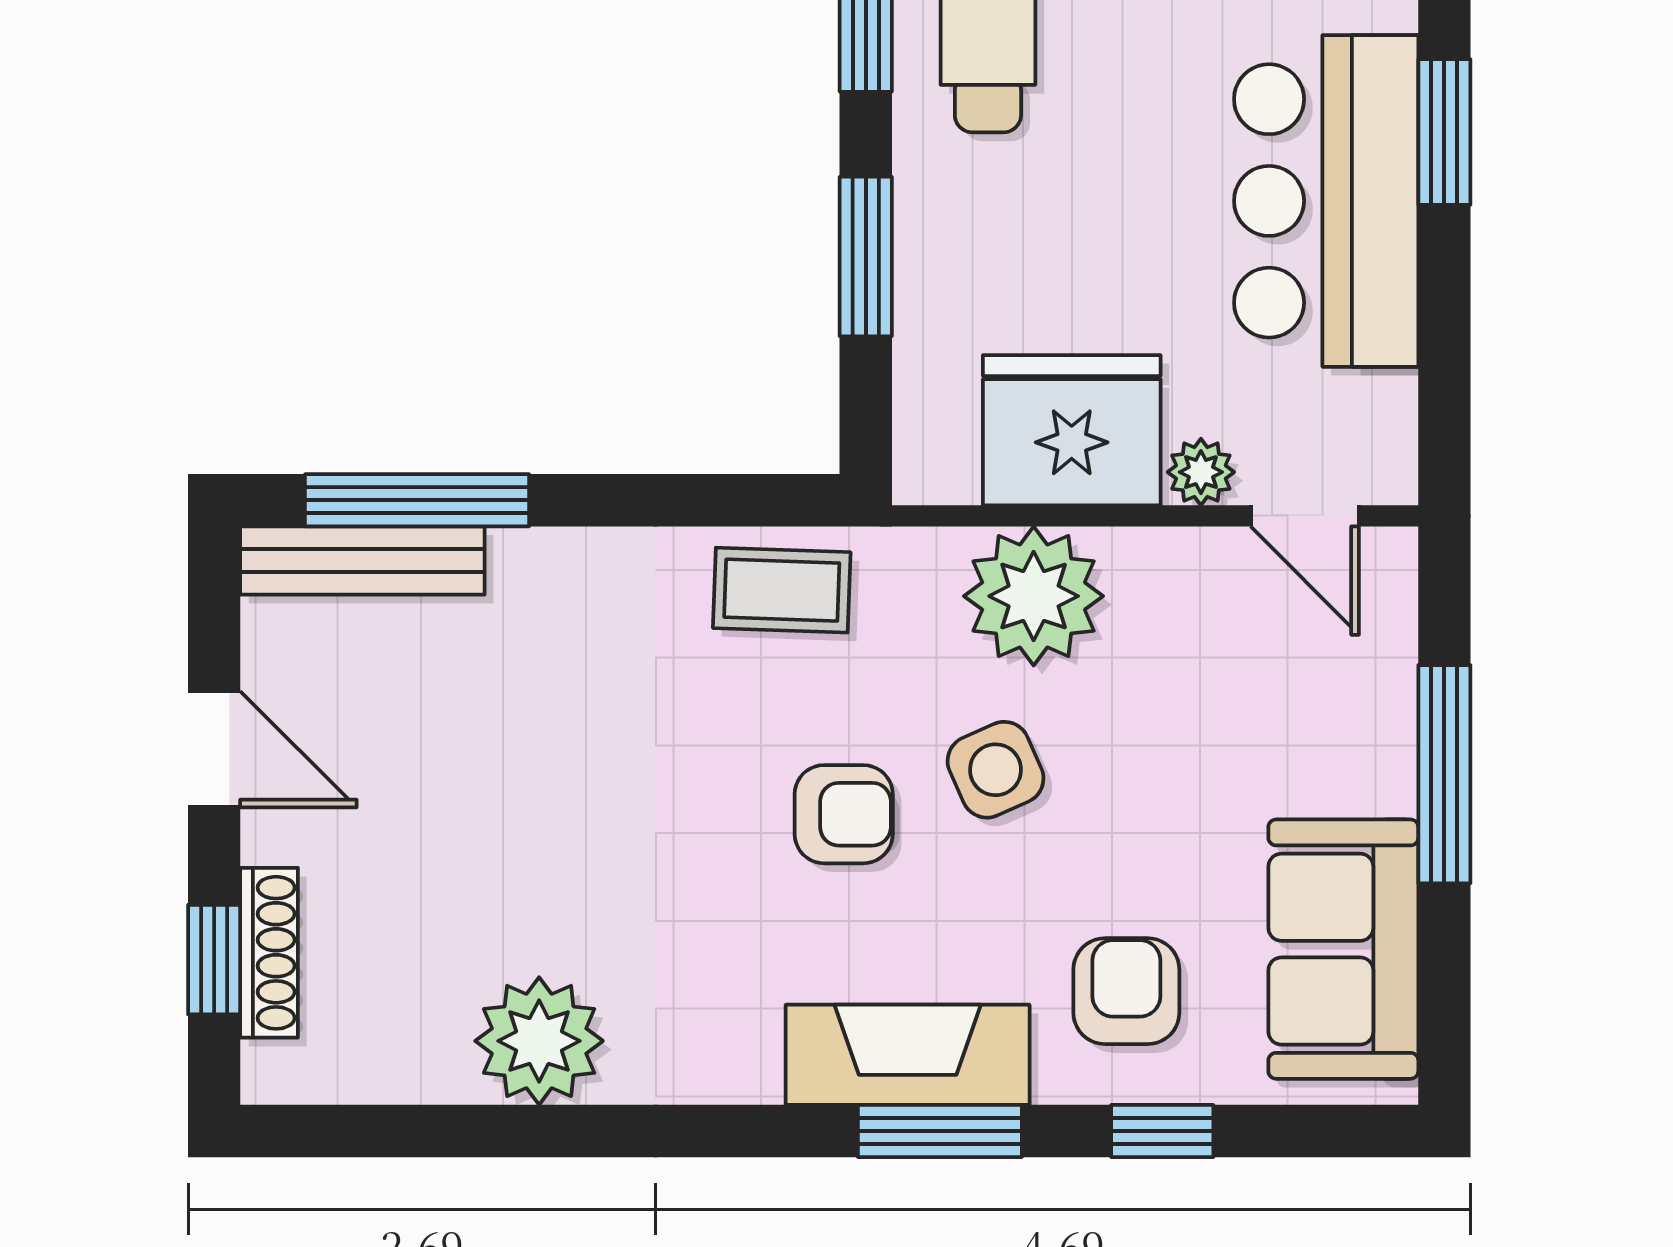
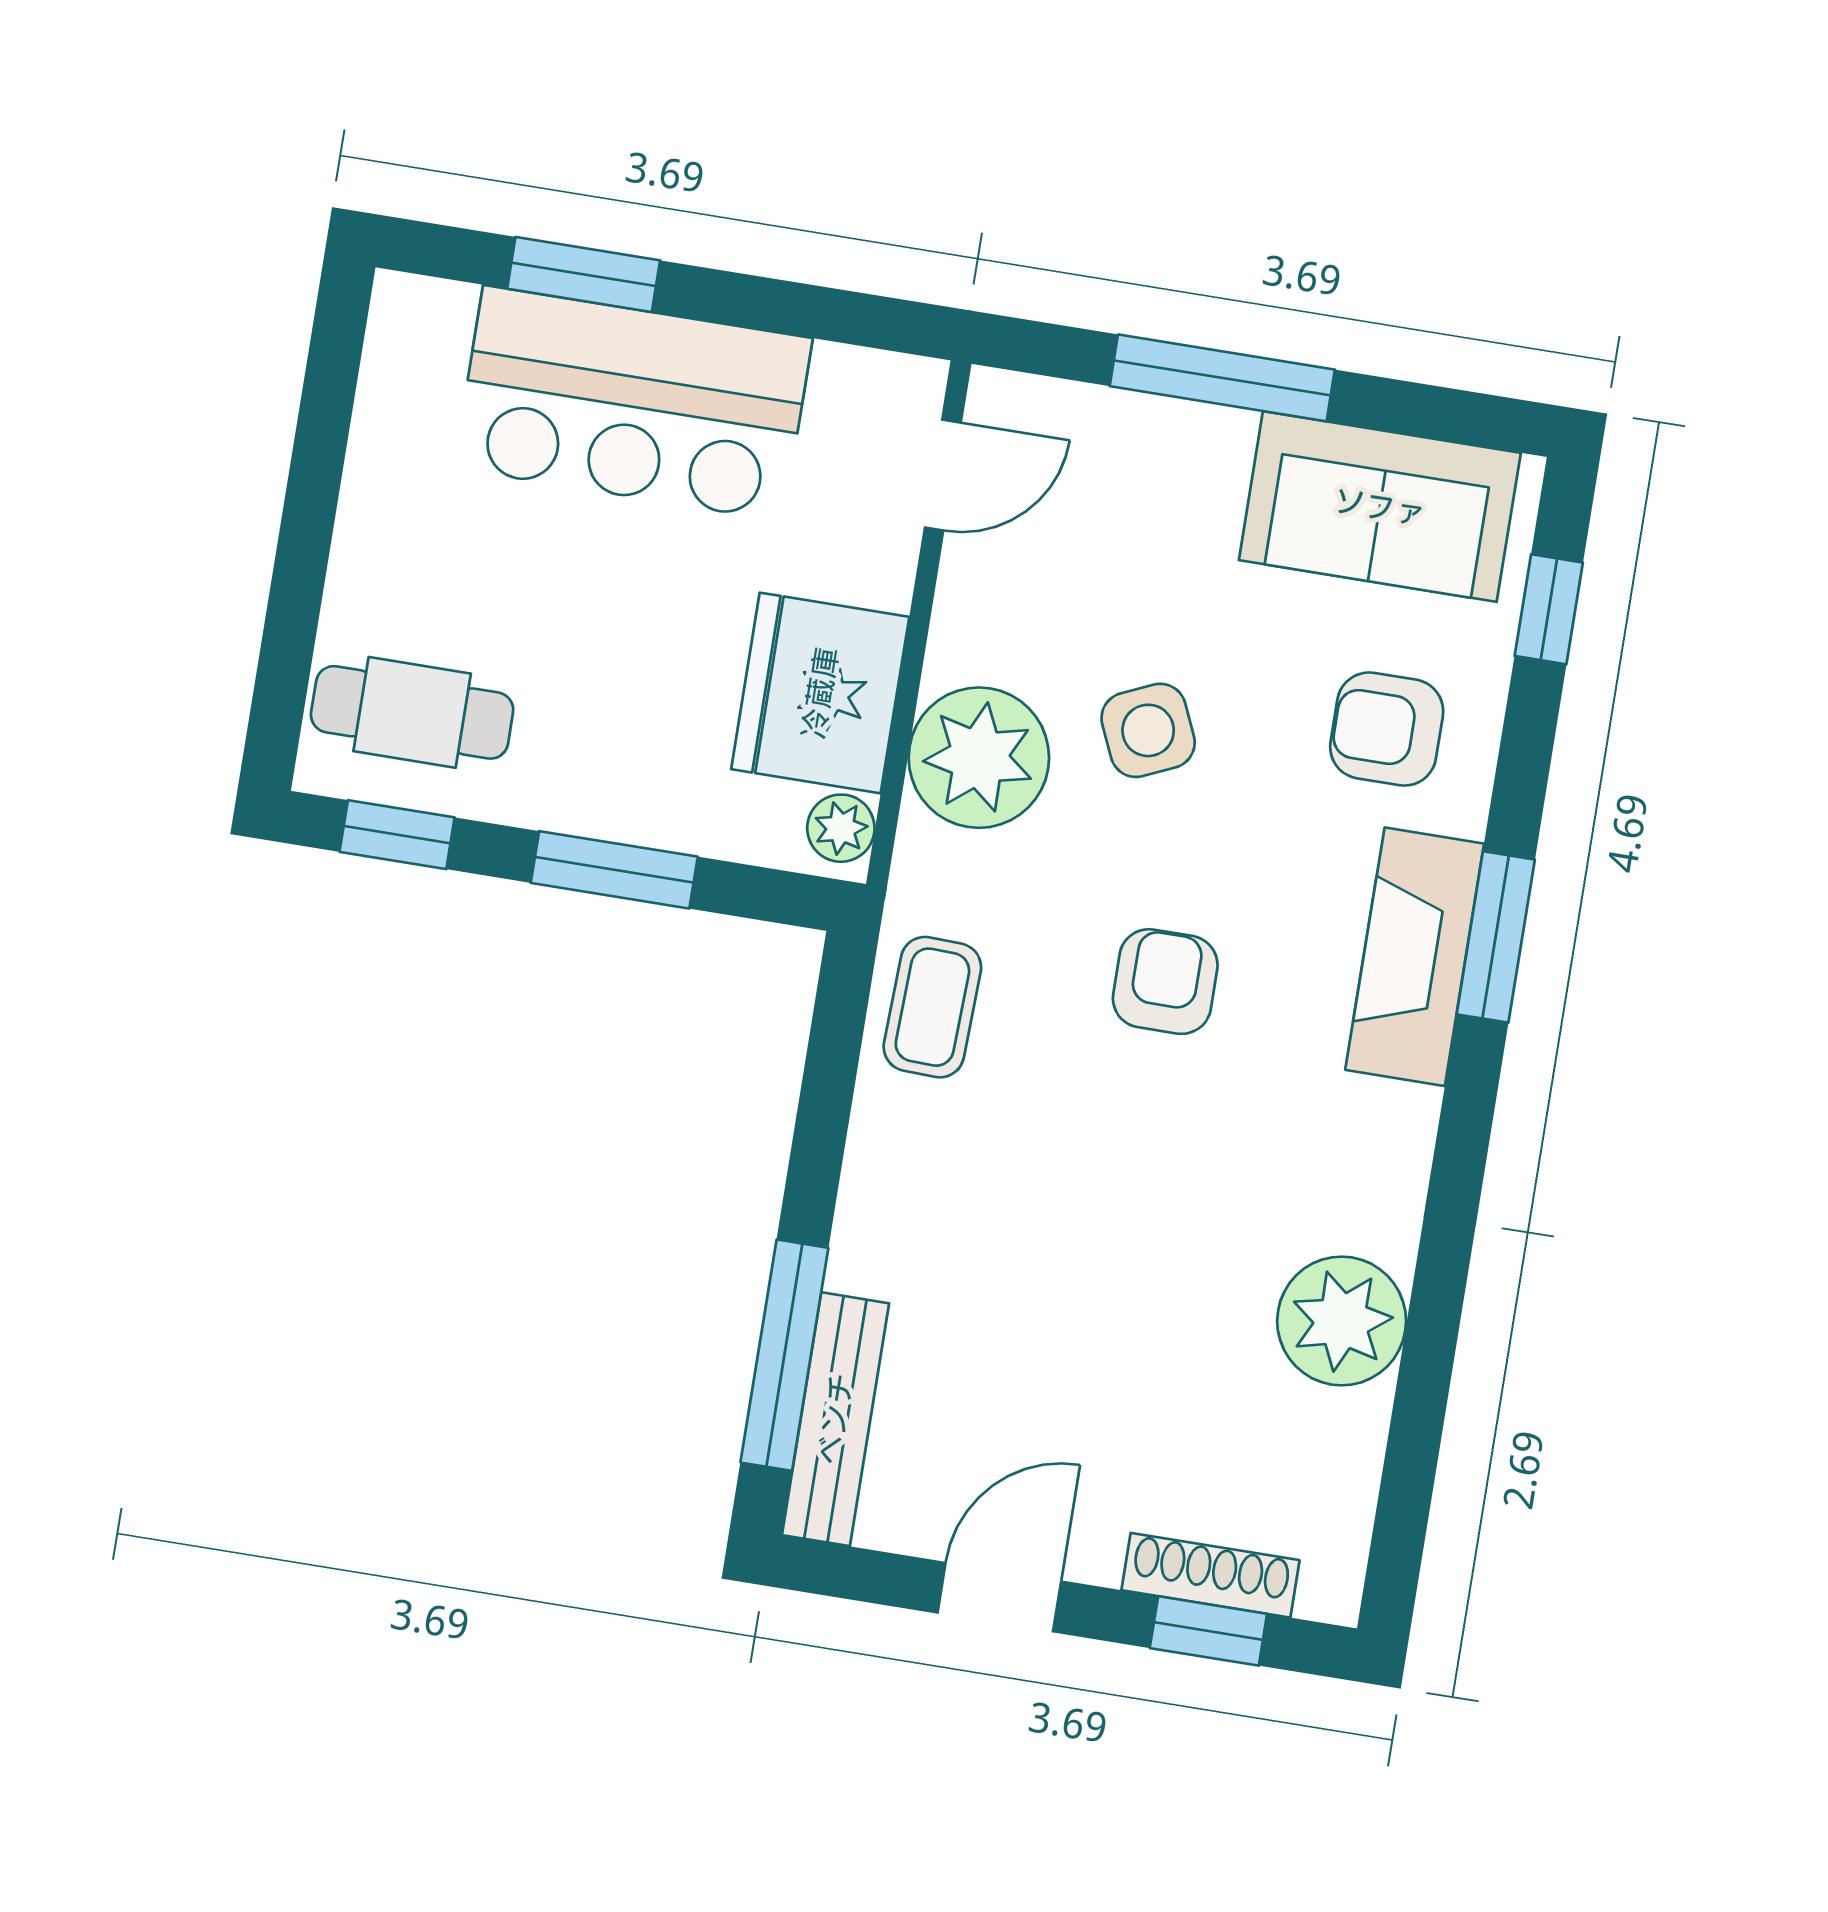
plant: (1201, 472) -> (841, 828), moved
side table: (996, 770) -> (1148, 730), moved
window: (1162, 1131) -> (1549, 609), moved

